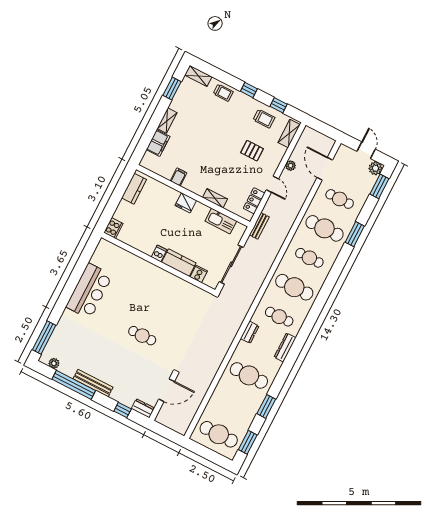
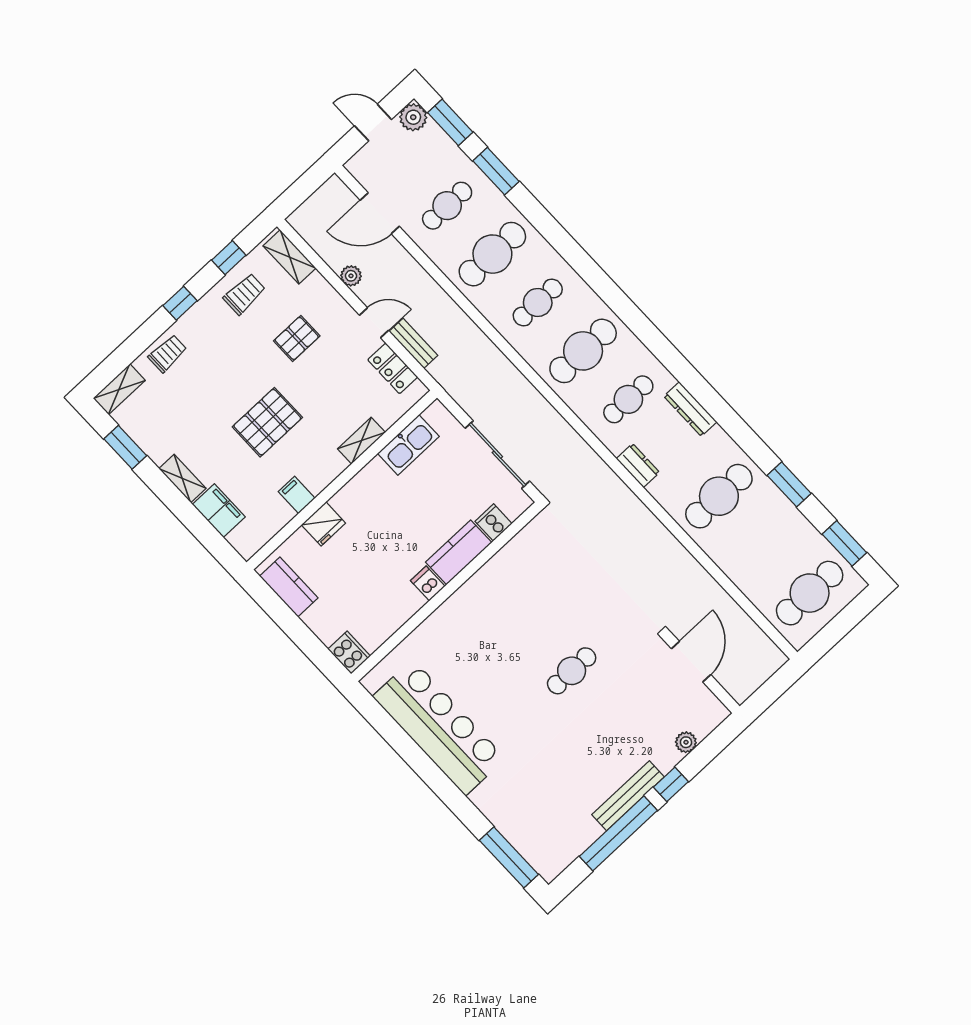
pallet: (208, 151) -> (267, 422), added
fridge: (186, 203) -> (323, 524), moved
bench: (259, 226) -> (413, 343), moved
window: (355, 234) -> (496, 171), moved
bar counter: (89, 291) -> (439, 727), width x1.36
plant: (54, 363) -> (686, 742), moved
dresser: (143, 408) -> (709, 719), removed
window: (123, 410) -> (671, 784), moved

